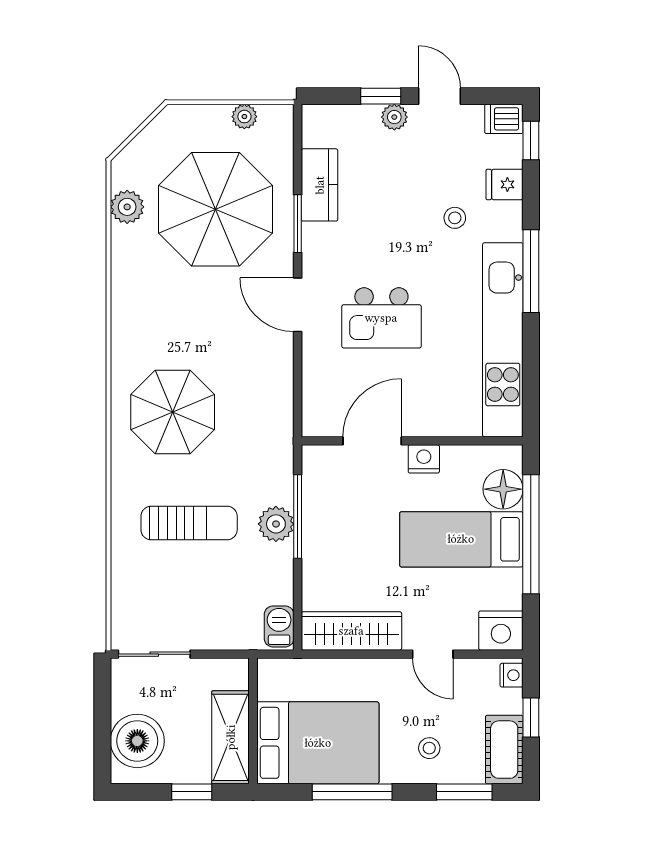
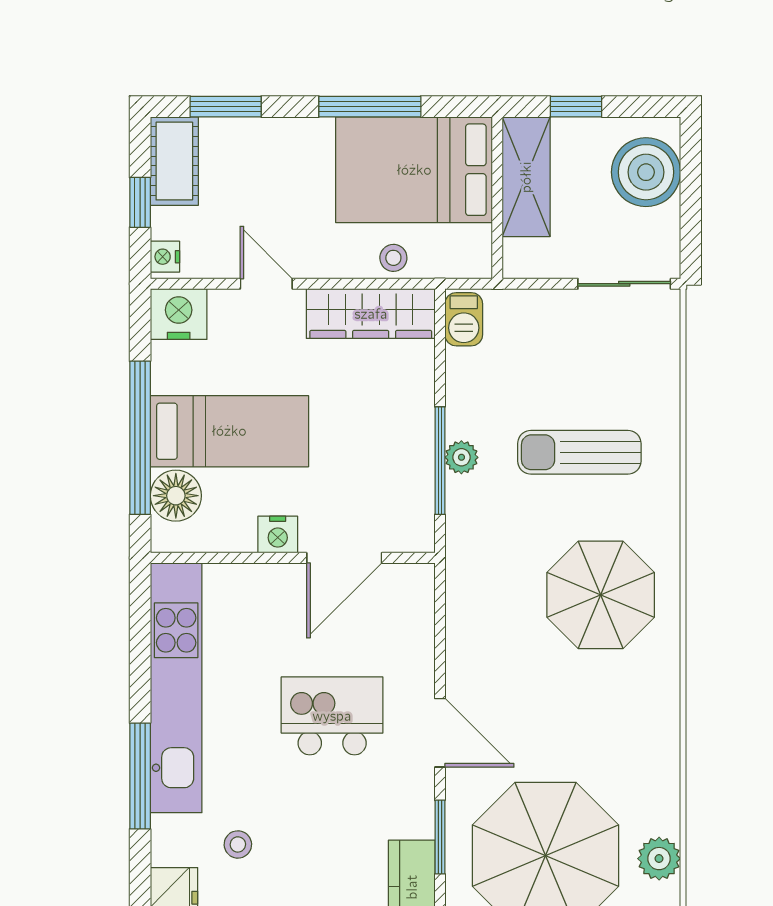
plant: (276, 524) -> (461, 457), width x0.73, depth x0.73
stool: (429, 748) -> (393, 258), moved

